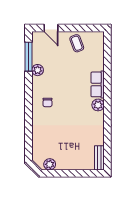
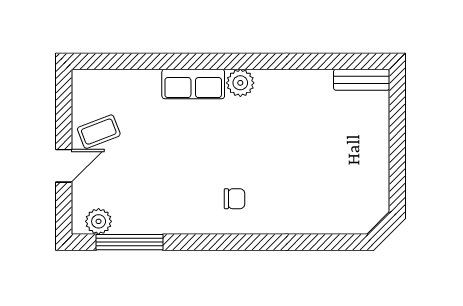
door: (51, 28) -> (64, 166), moved
plant: (38, 70) -> (99, 221), moved
plant: (50, 164) -> (376, 194), removed

